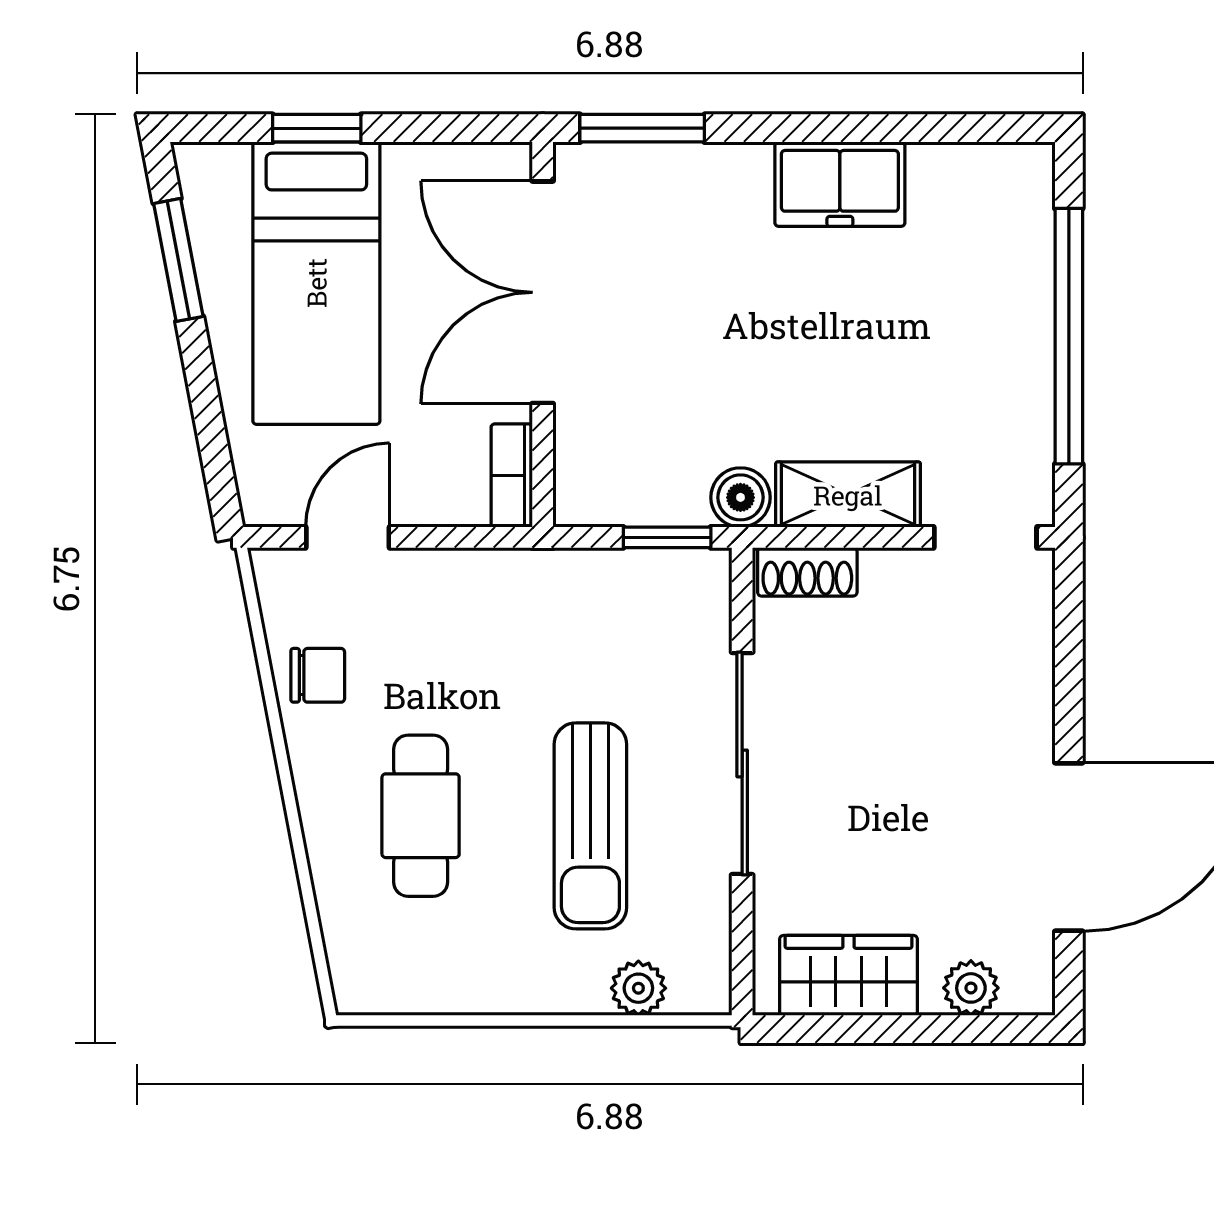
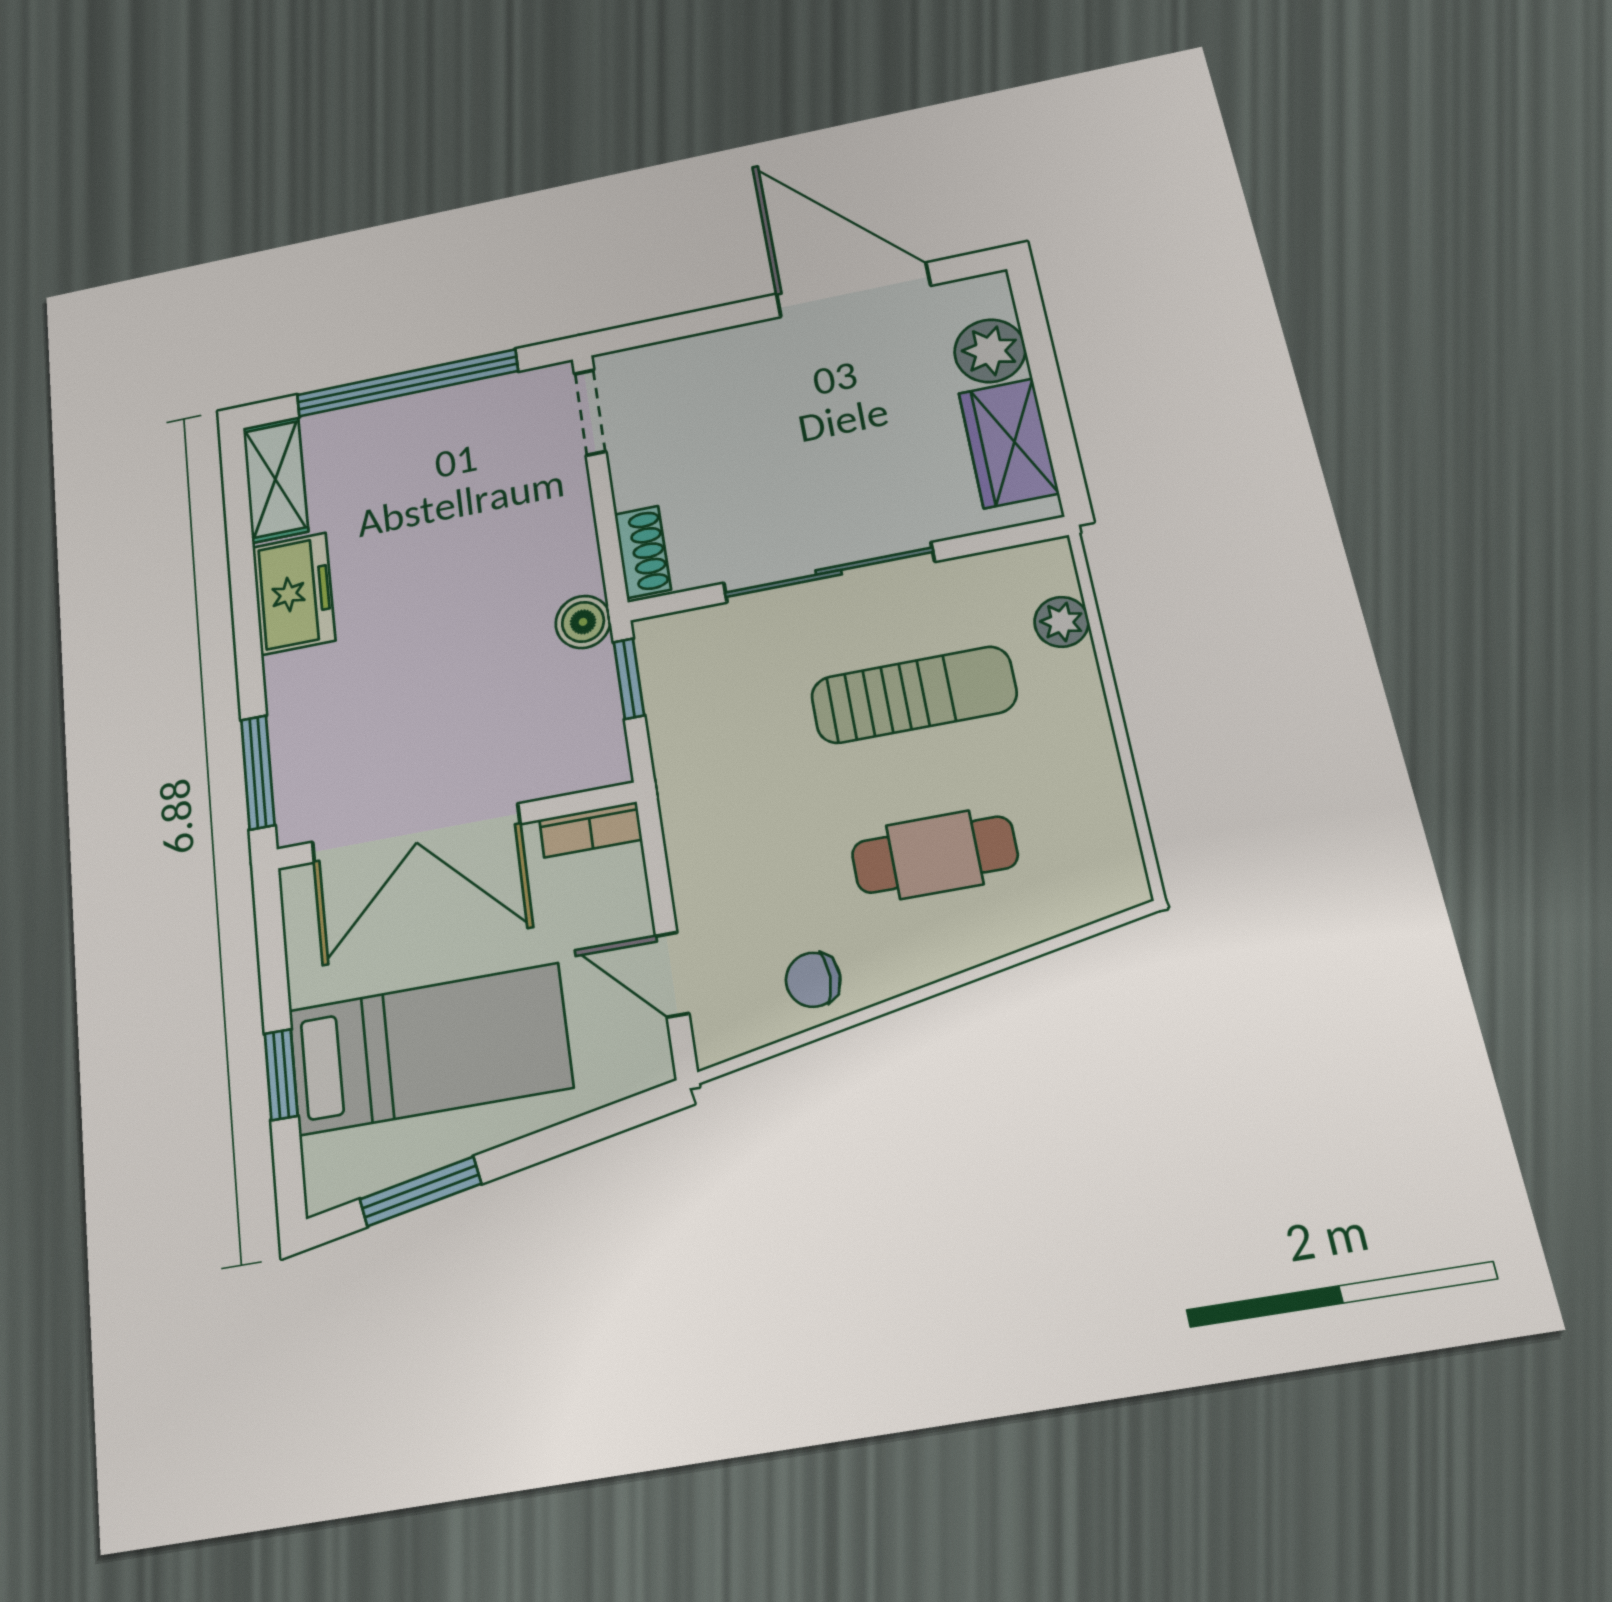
shelving: (848, 495) -> (275, 479), moved
chair: (318, 675) -> (813, 980), turned -90
plant: (971, 988) -> (990, 351), width x1.38, depth x1.38

